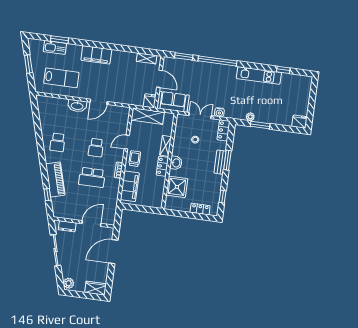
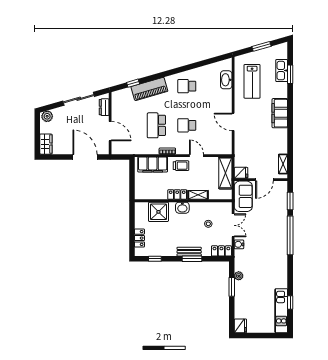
kitchen unit: (259, 75) -> (281, 311), moved
washbasin: (77, 106) -> (226, 80), moved

